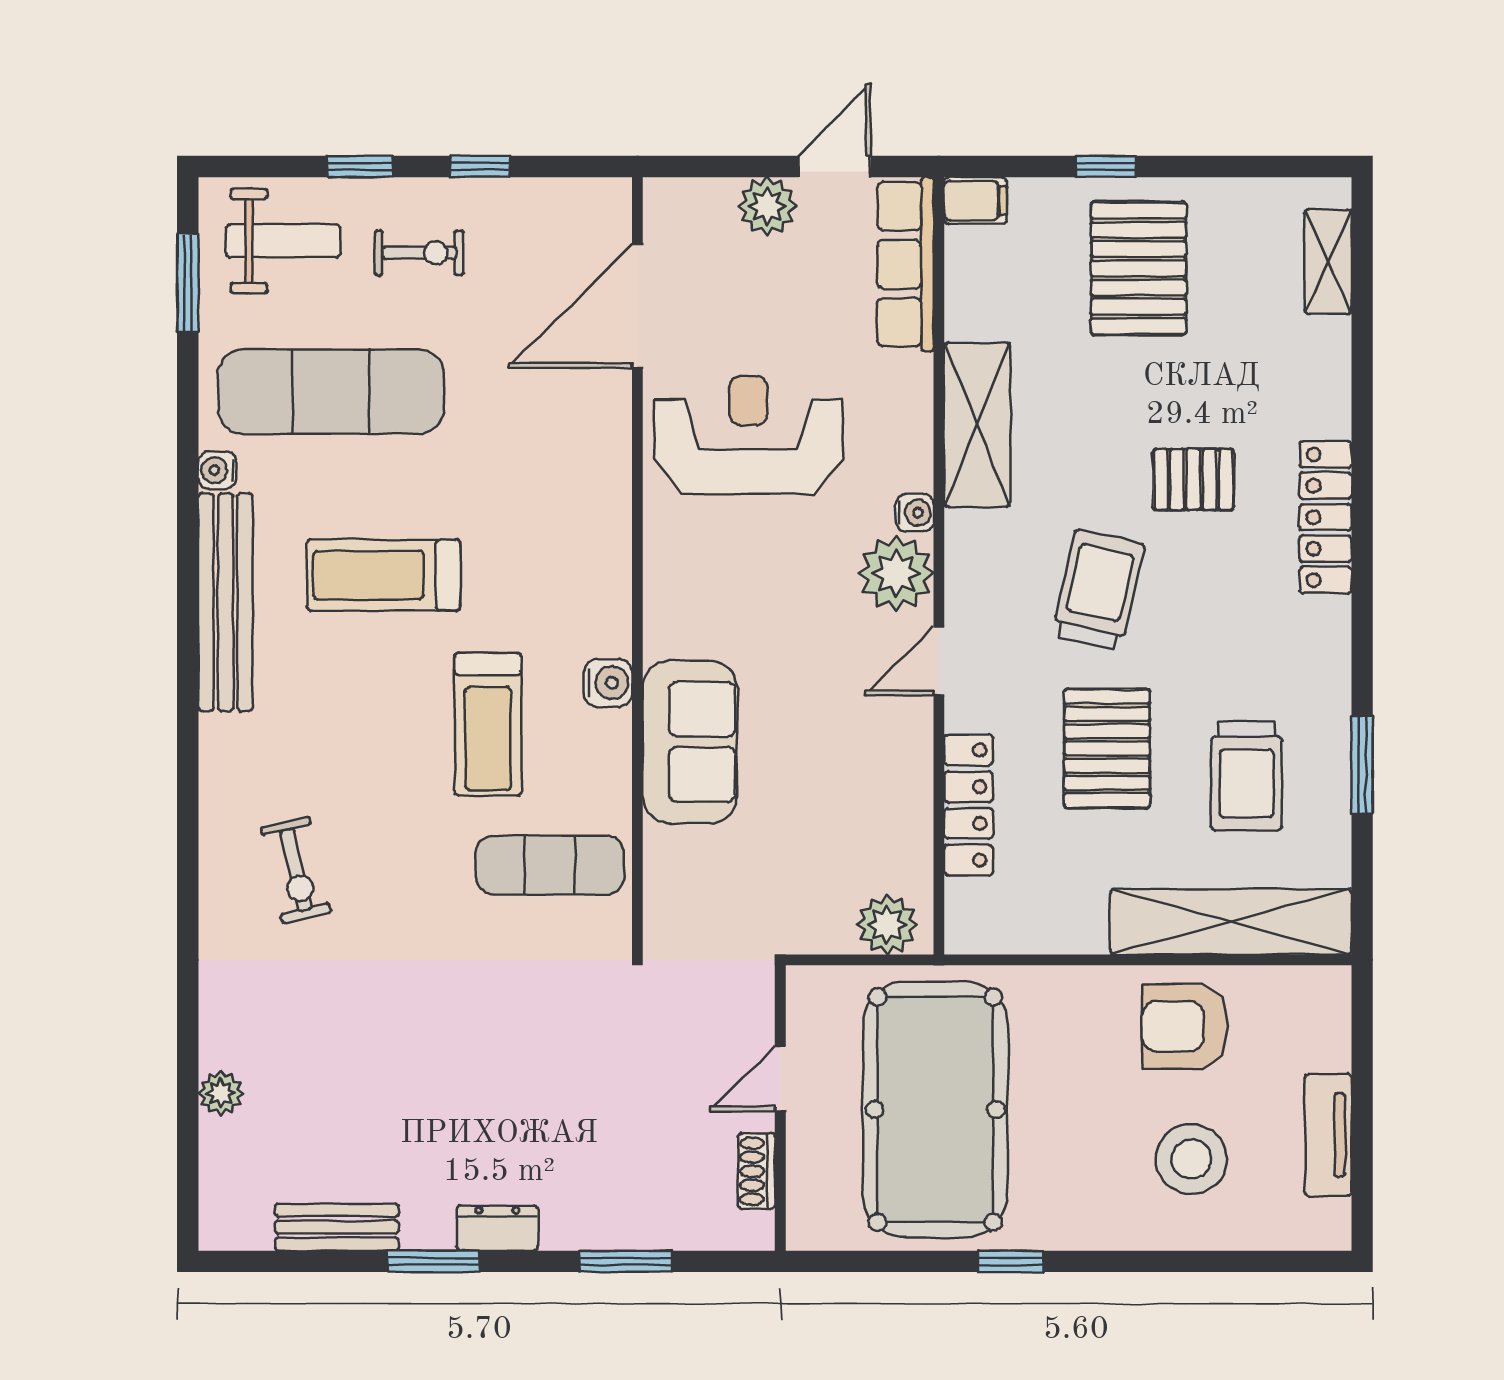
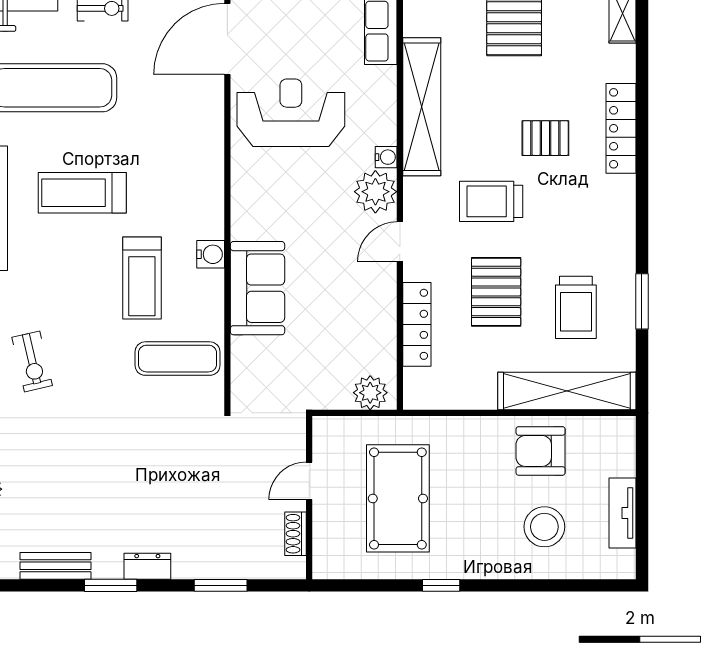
shelving: (977, 425) -> (422, 107), width x1.47
locker: (1326, 517) -> (621, 128), moved
trolley: (1098, 590) -> (491, 201), turned -103
pool table: (935, 1110) -> (398, 498), width x0.73, depth x0.76

